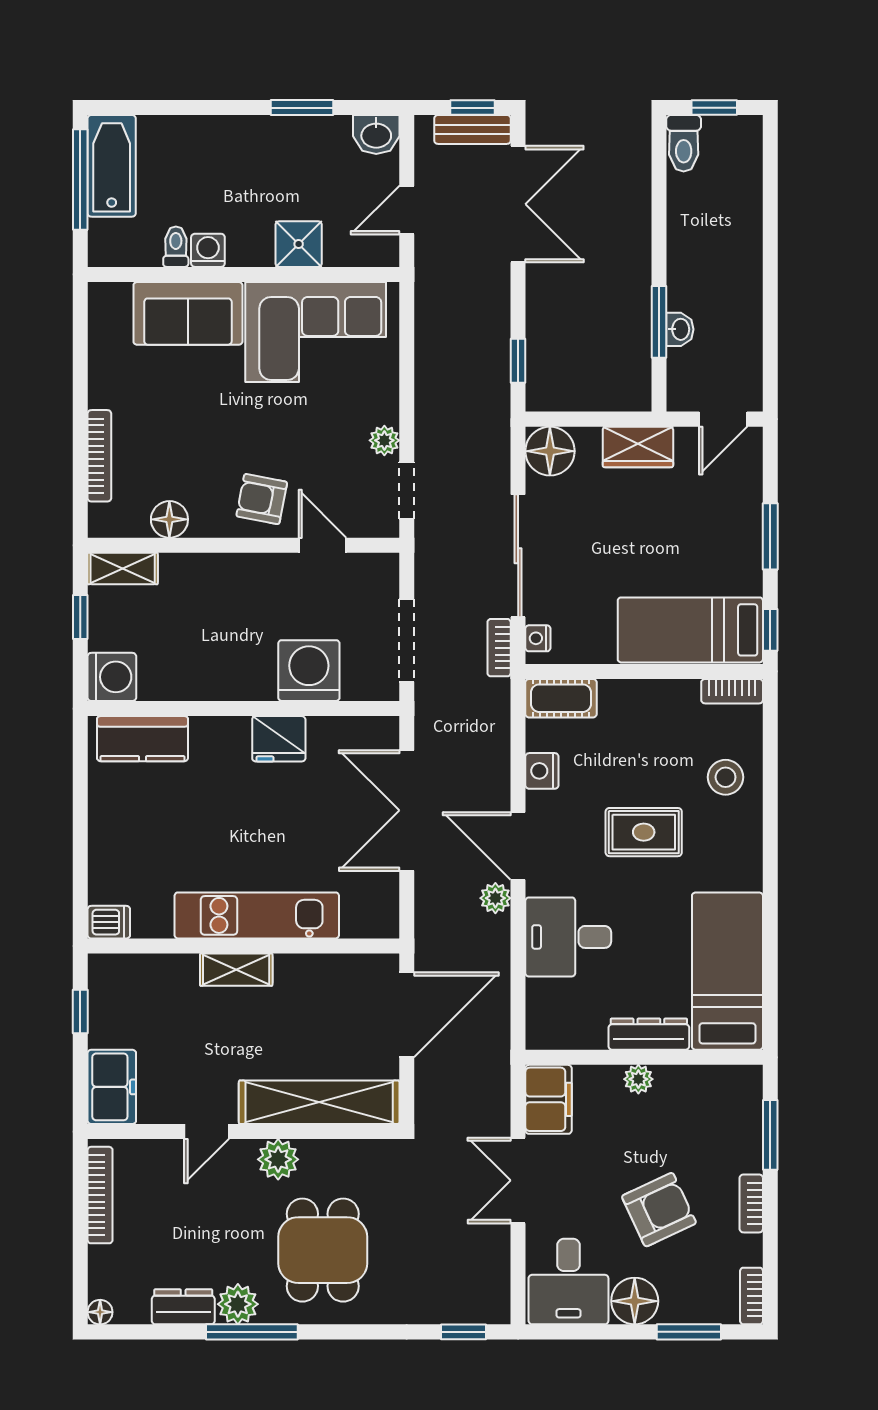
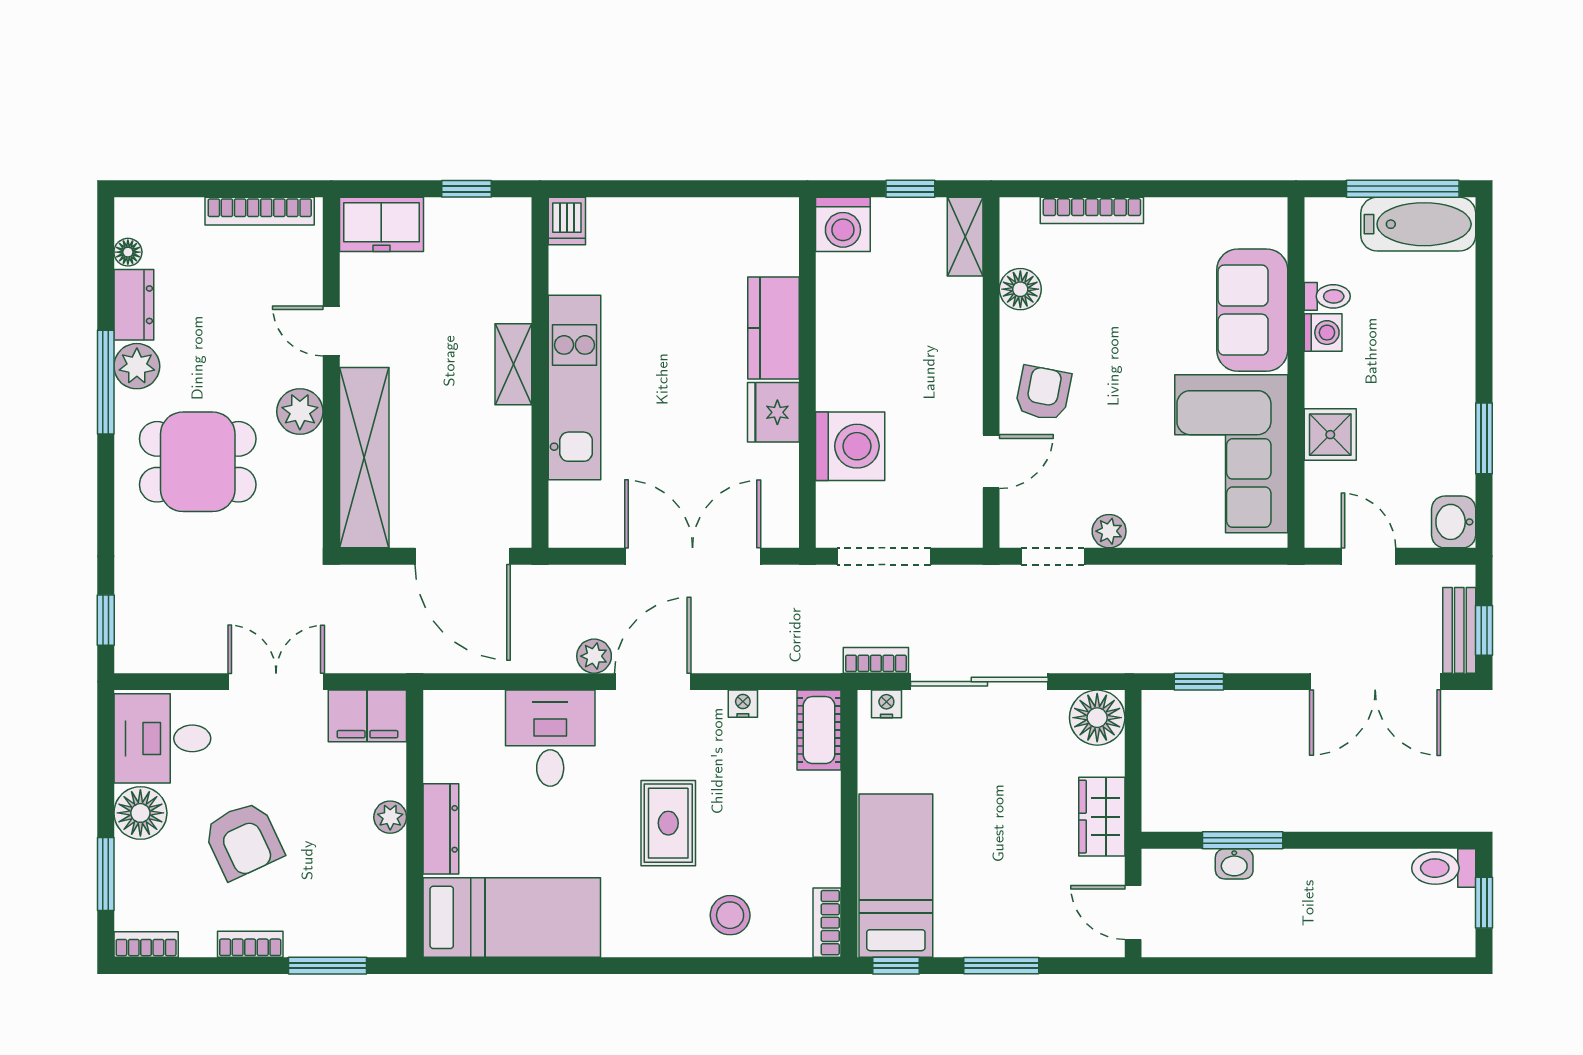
kitchen counter: (142, 739) -> (773, 328), moved
nightstand: (542, 771) -> (743, 704), width x0.72, depth x0.74
floor lamp: (100, 1312) -> (128, 252), moved

